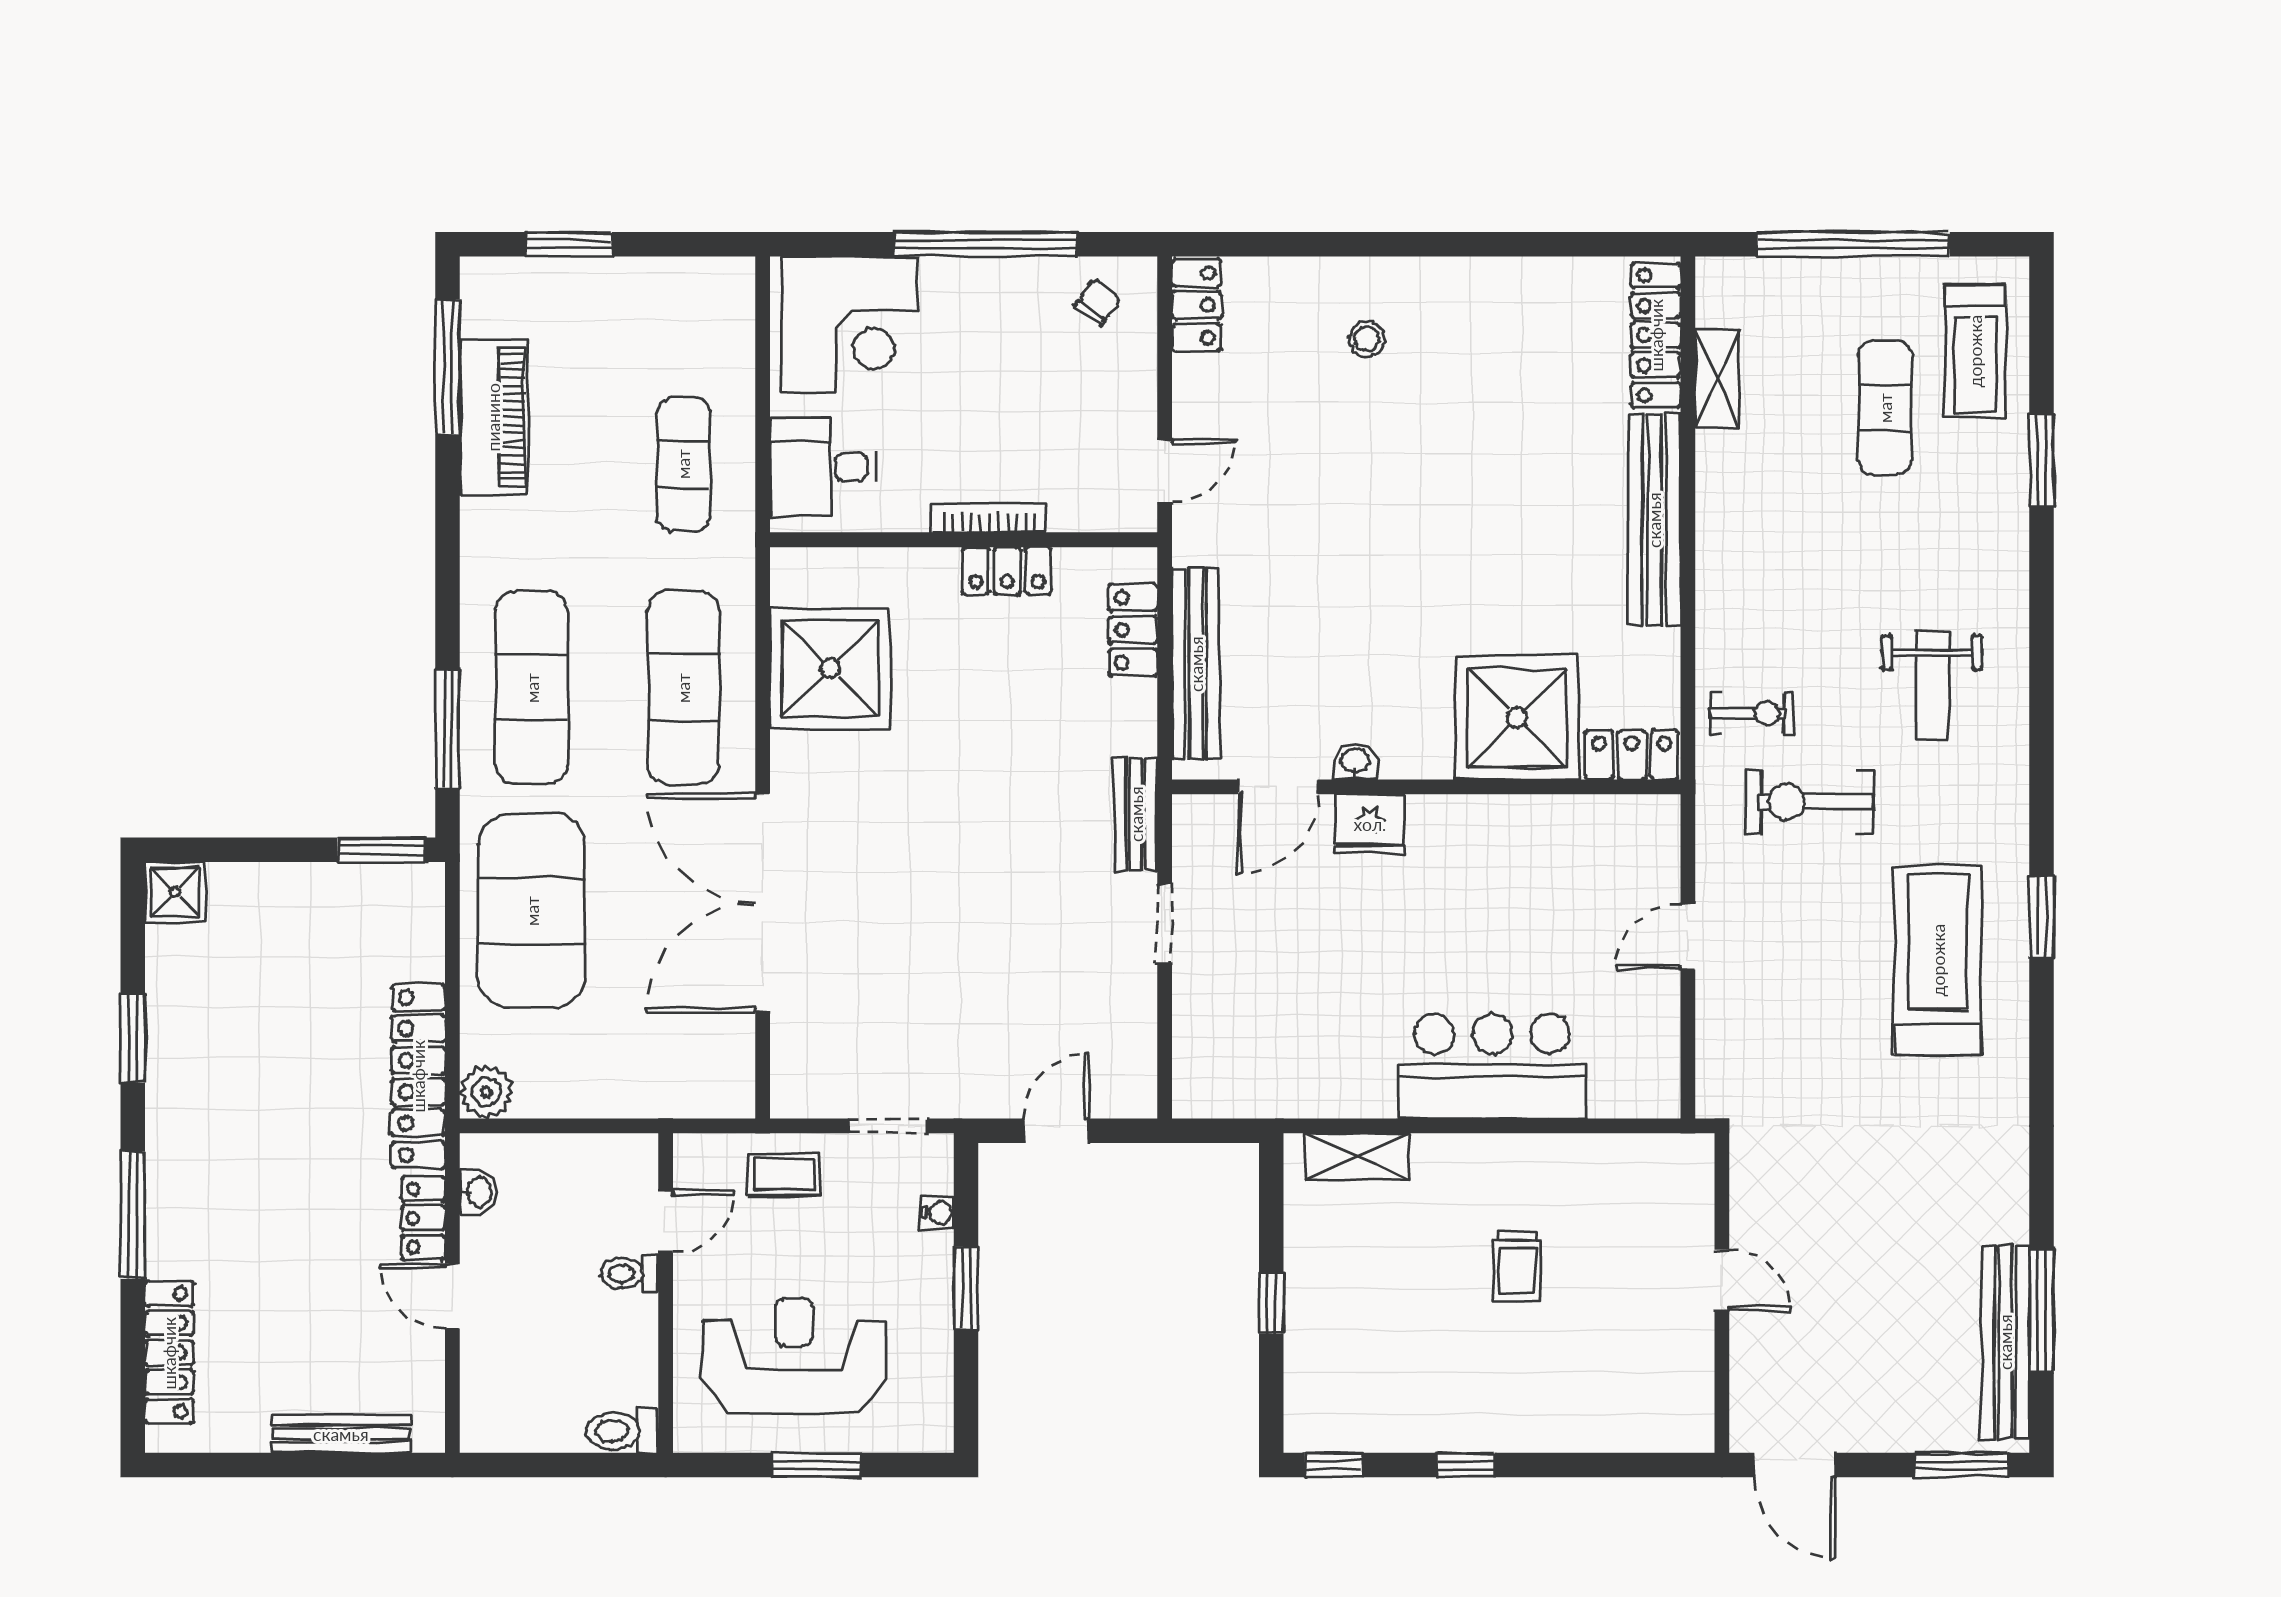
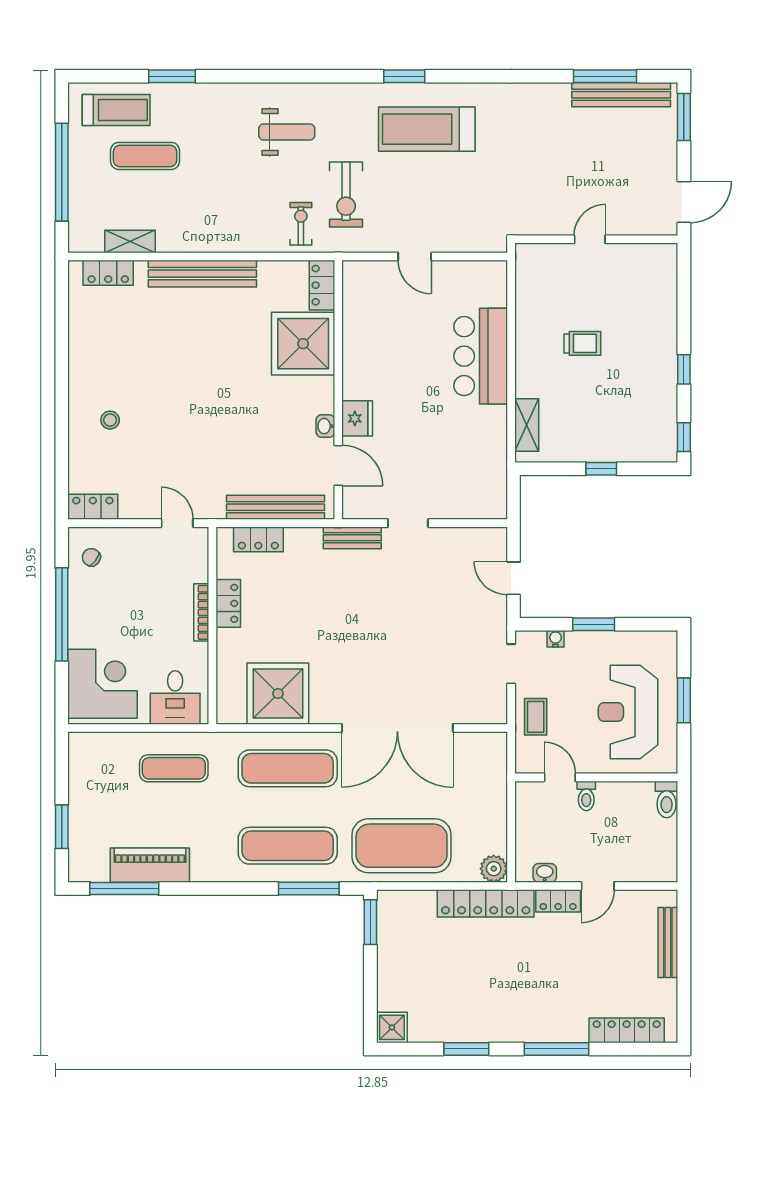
locker: (1656, 335) -> (108, 273), width x0.66

